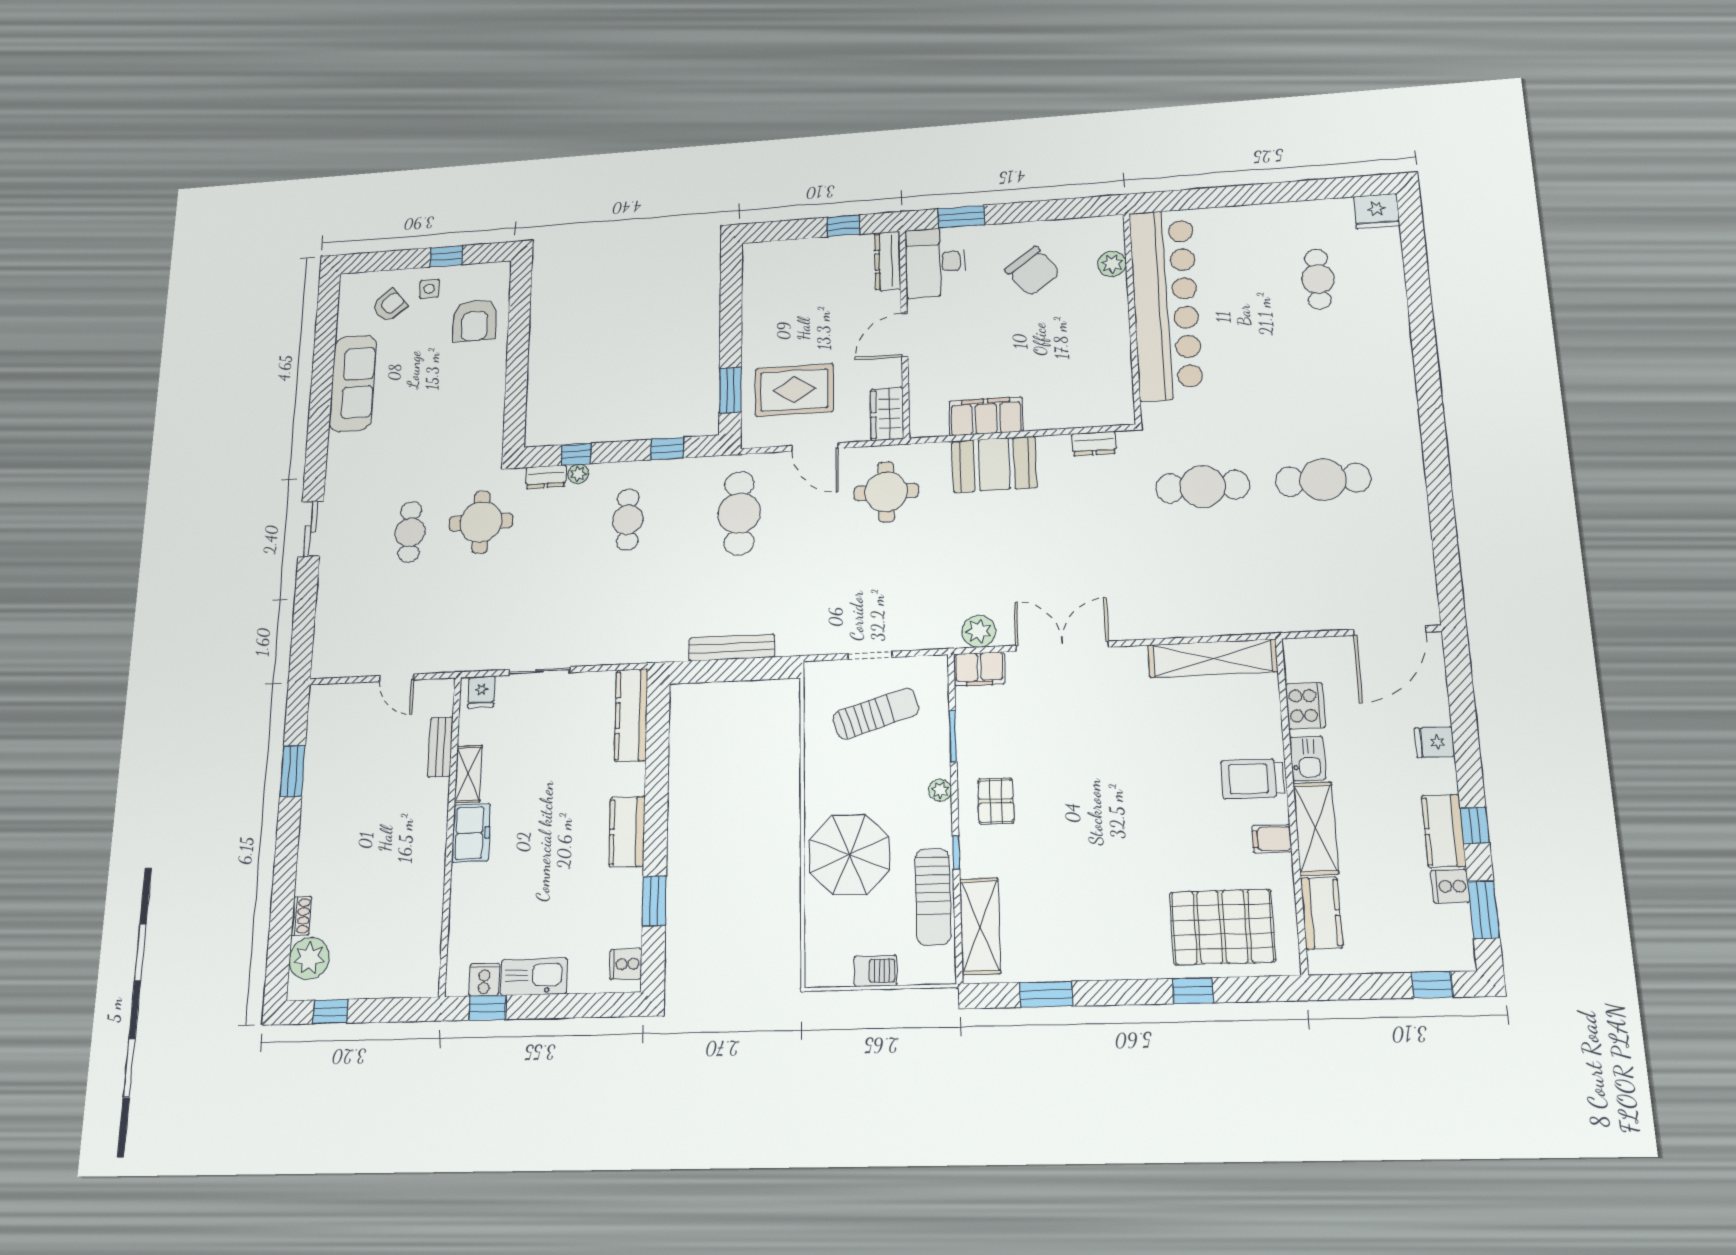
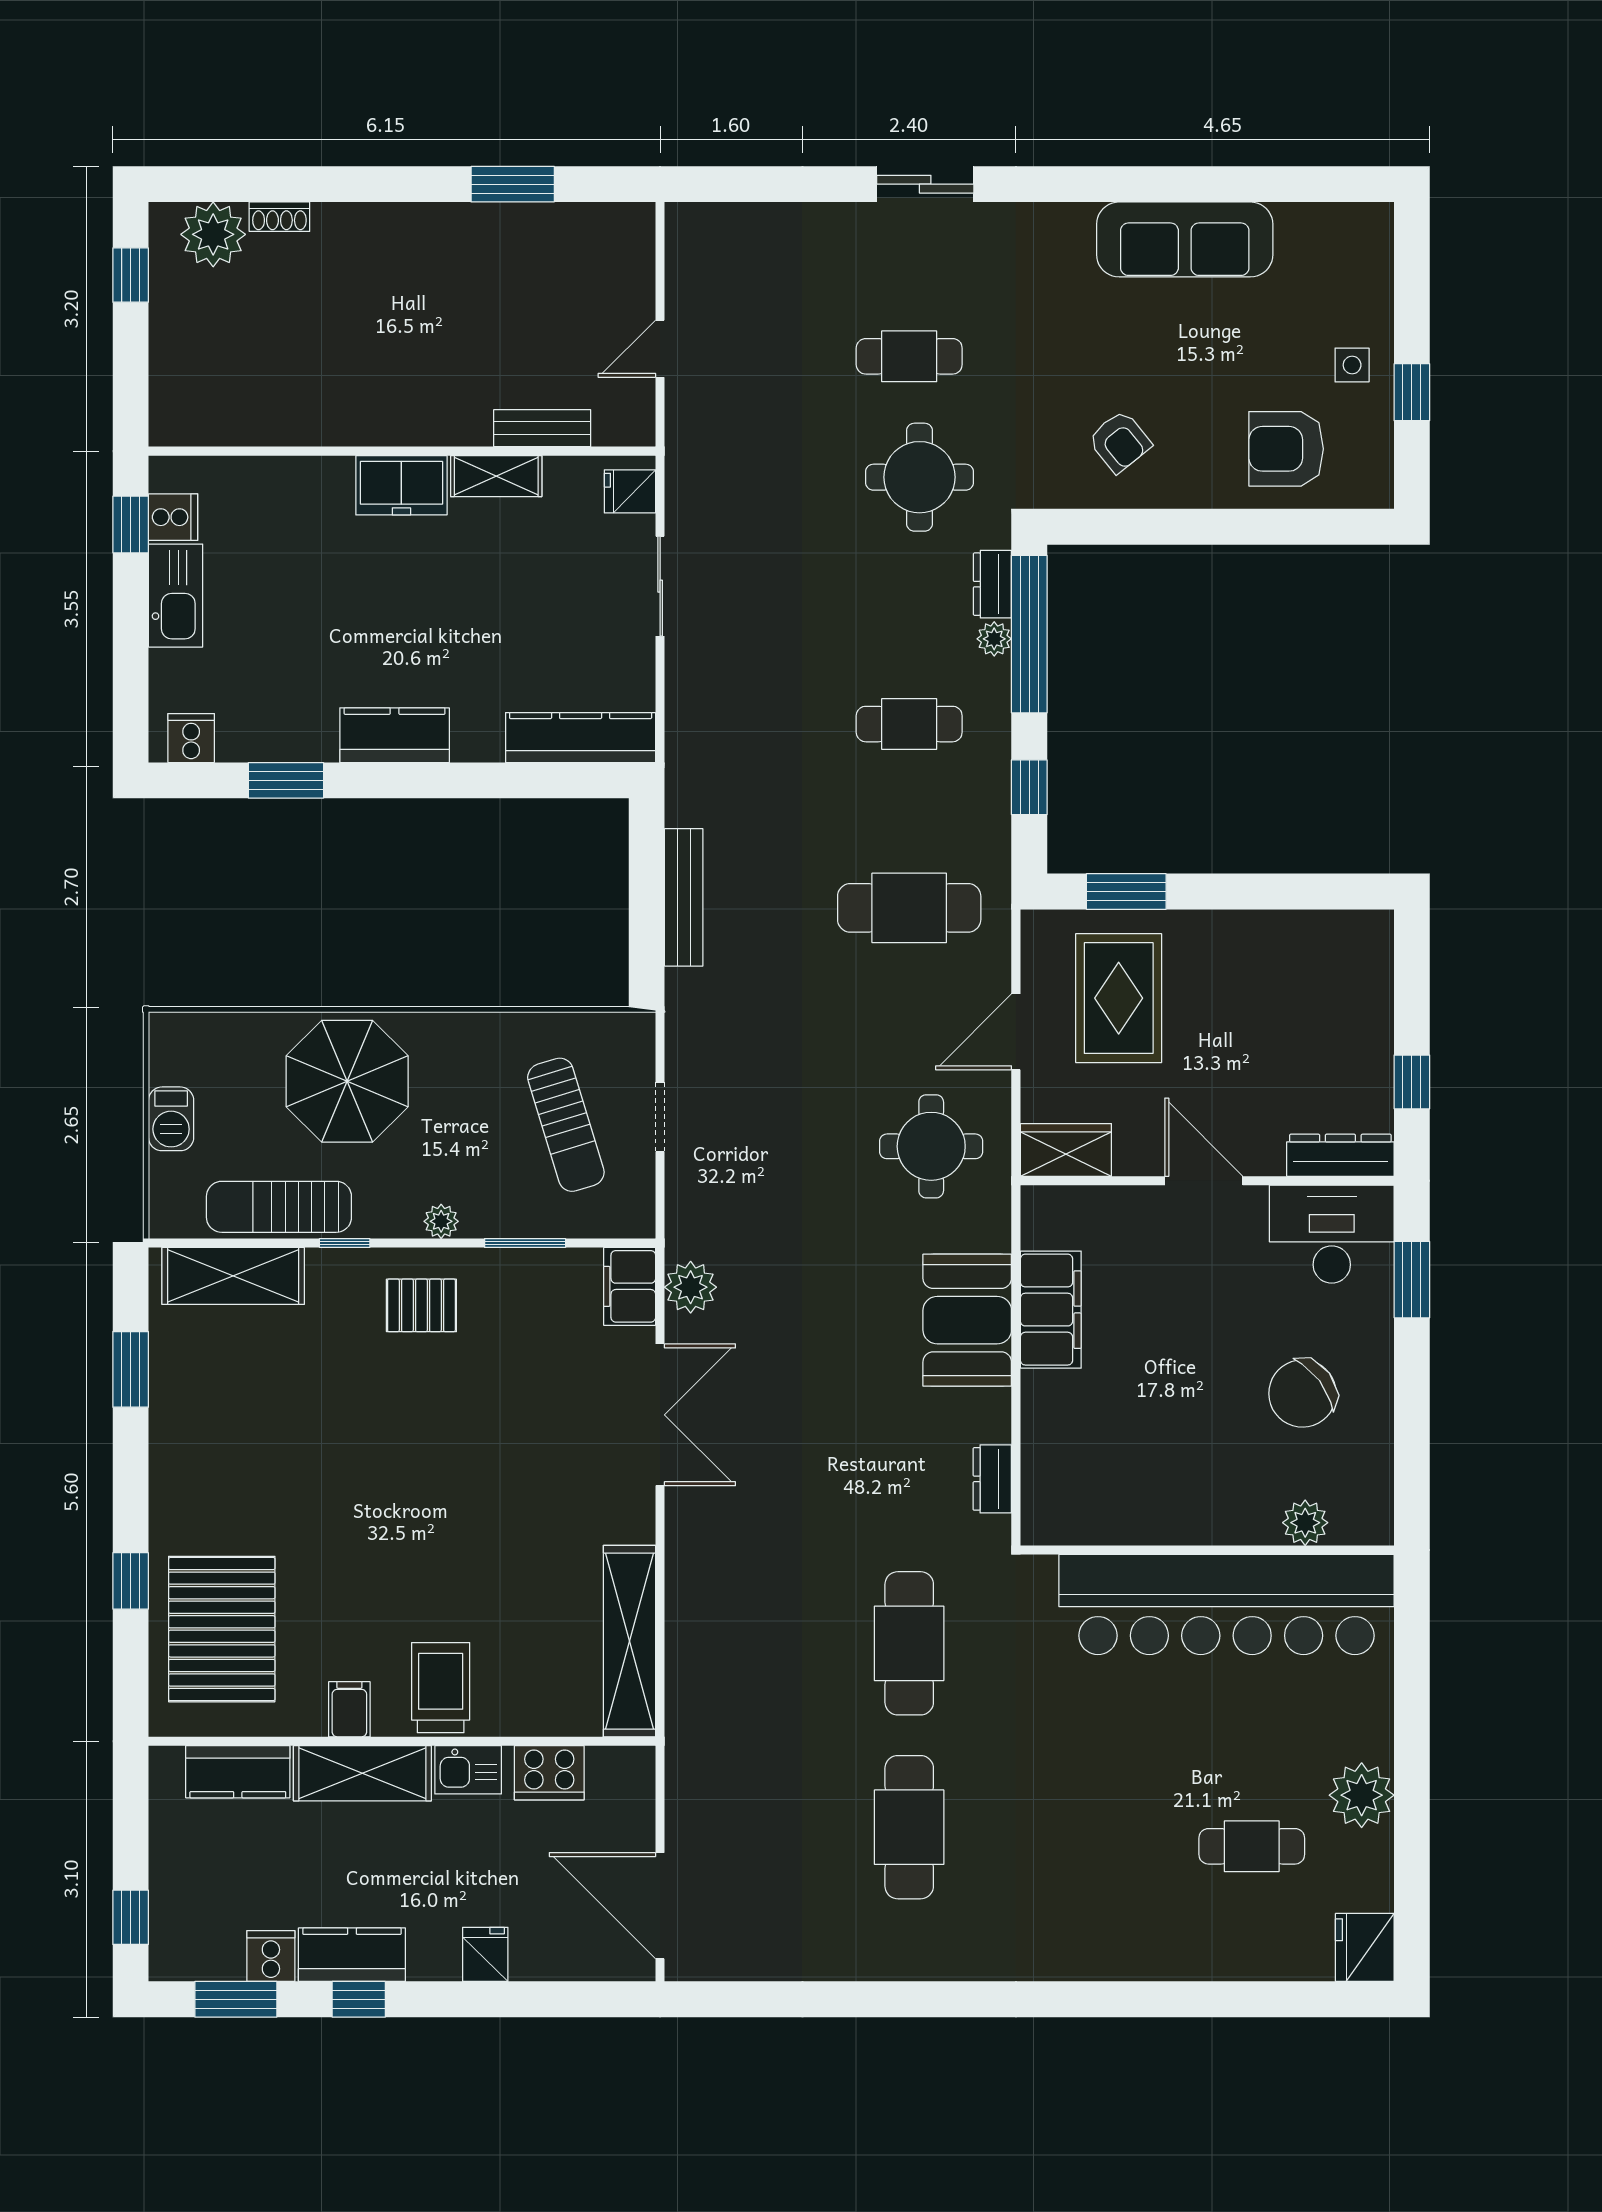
plant: (1280, 220) -> (1362, 1795), added
armchair: (389, 306) -> (1120, 442), moved
window: (576, 454) -> (1029, 634), width x3.17

